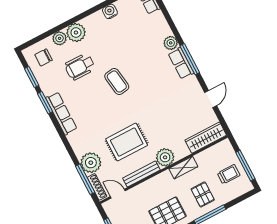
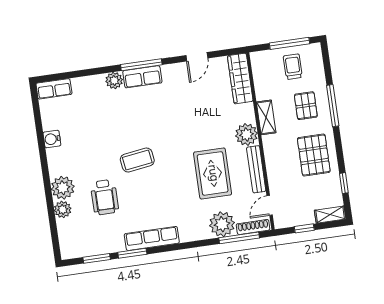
chair: (43, 57) -> (79, 236), removed
door: (211, 99) -> (197, 57), swing flipped
pallet: (203, 194) -> (306, 106), turned 90

